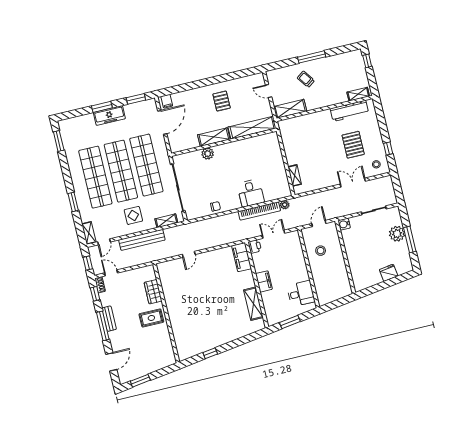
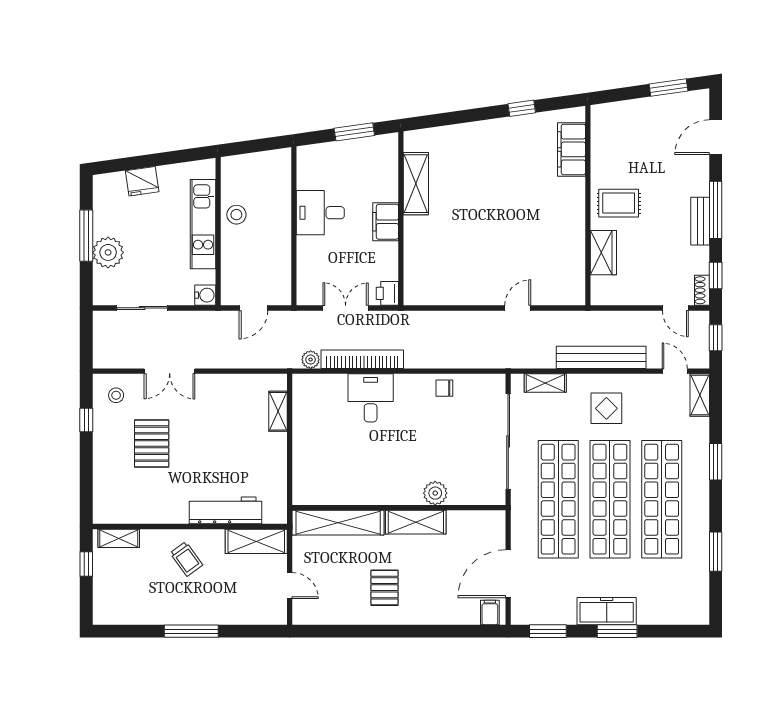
window: (367, 61) -> (86, 564), moved
trolley: (306, 79) -> (186, 559), moved
workbench: (349, 111) -> (225, 510), moved
window: (59, 141) -> (716, 552), moved
double door: (274, 234) -> (346, 308), swing flipped
door: (104, 242) -> (675, 371), hinge flipped
stool: (321, 251) -> (236, 215), moved
filing cabinet: (242, 257) -> (571, 149), moved, turned 180
kitchen unit: (354, 259) -> (203, 224), added
desk: (301, 294) -> (320, 213), moved

